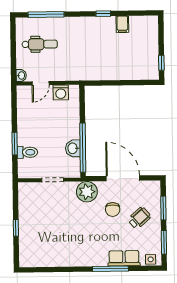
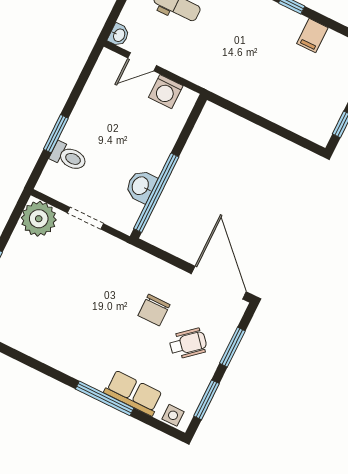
door: (123, 178) -> (219, 283), moved
plant: (87, 192) -> (39, 219), moved

